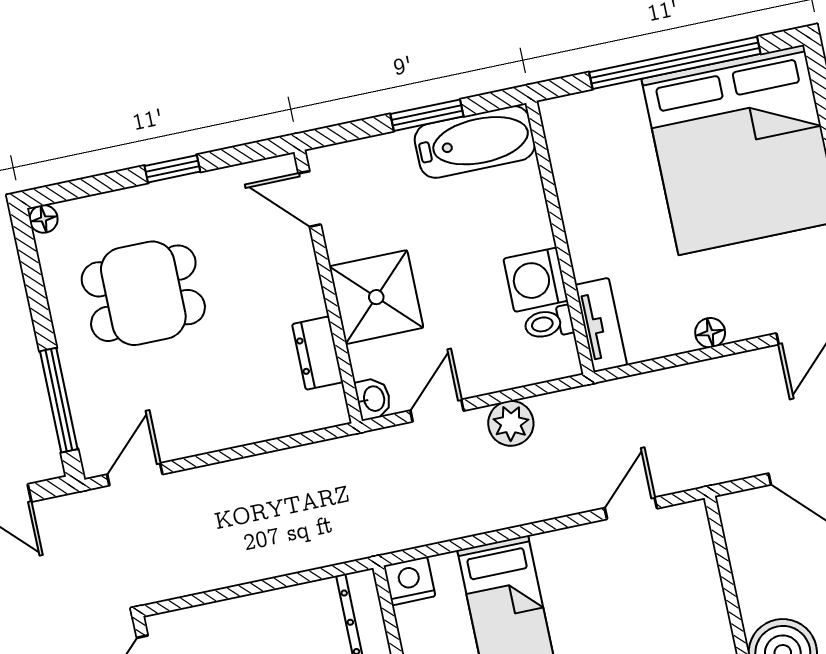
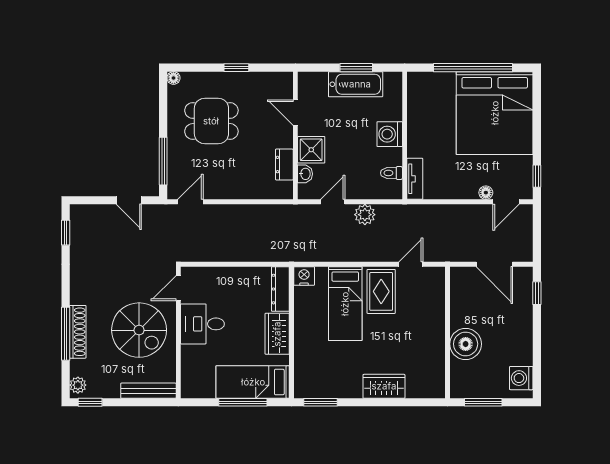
bathtub: (475, 142) -> (356, 84), moved
door: (310, 199) -> (295, 113), moved
washing machine: (536, 280) -> (390, 134), moved
shower: (376, 297) -> (311, 150), width x0.73, depth x0.73
floor lamp: (710, 333) -> (486, 193), moved
washbasin: (373, 399) -> (305, 174), moved
rug: (580, 579) -> (381, 291), added

